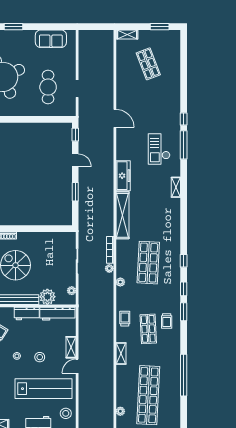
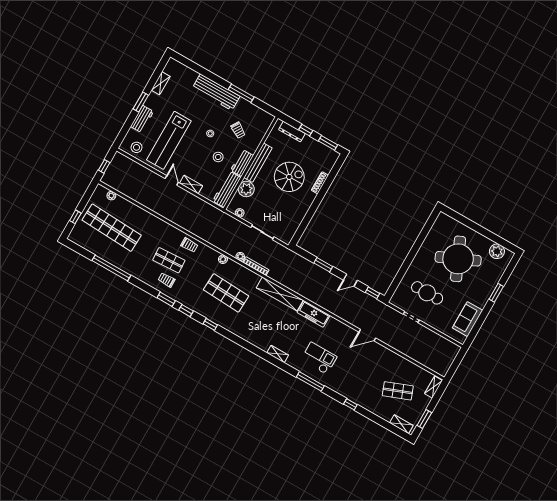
window: (184, 119) -> (350, 404), moved
shelving: (121, 354) -> (401, 424), moved
stool: (40, 357) -> (218, 157), moved

